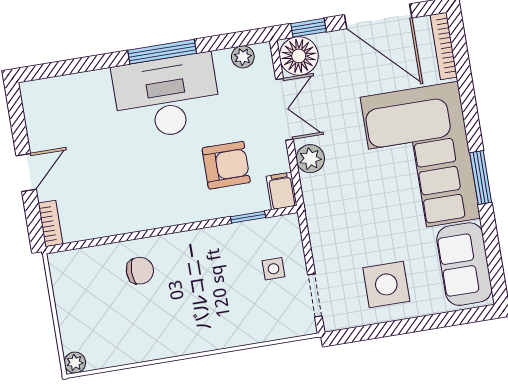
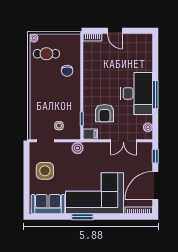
floor lamp: (299, 56) -> (144, 150), removed
plant: (310, 159) -> (78, 148), moved
cafe table: (107, 326) -> (46, 54), added

